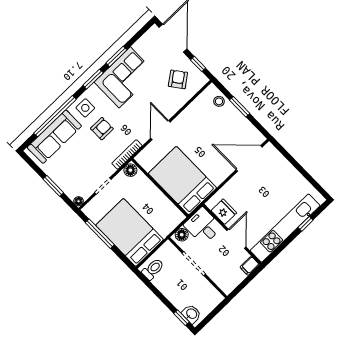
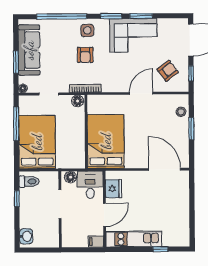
armchair: (102, 129) -> (85, 55), turned 90
door: (160, 130) -> (141, 93), moved
sofa: (54, 137) -> (29, 50), moved, turned -90
kitchen unit: (285, 228) -> (134, 239), width x0.73
window: (181, 318) -> (17, 199), moved

